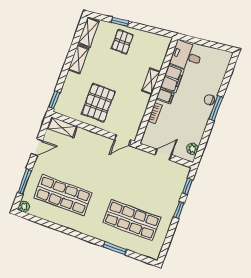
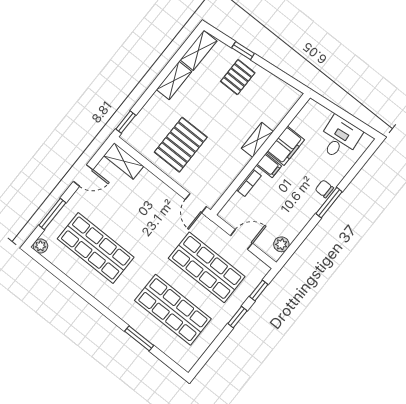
desk: (186, 56) -> (339, 138), moved, turned 84
door: (123, 140) -> (196, 203), hinge flipped
shop shelf: (145, 182) -> (207, 267), added

